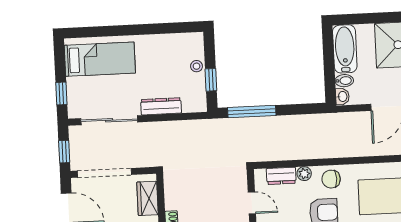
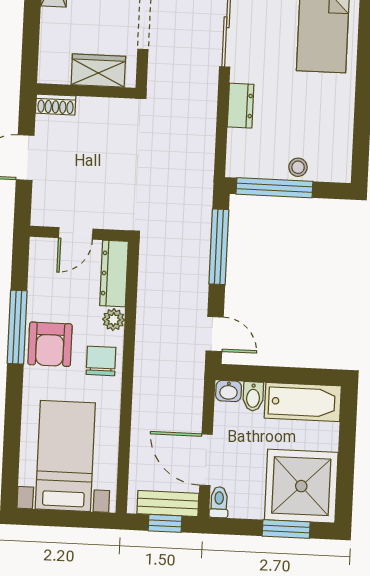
window: (211, 80) -> (274, 188), width x2.17
dresser: (161, 106) -> (241, 106), width x0.70
door: (307, 109) -> (215, 334), added
dresser: (281, 176) -> (114, 273), width x1.44

